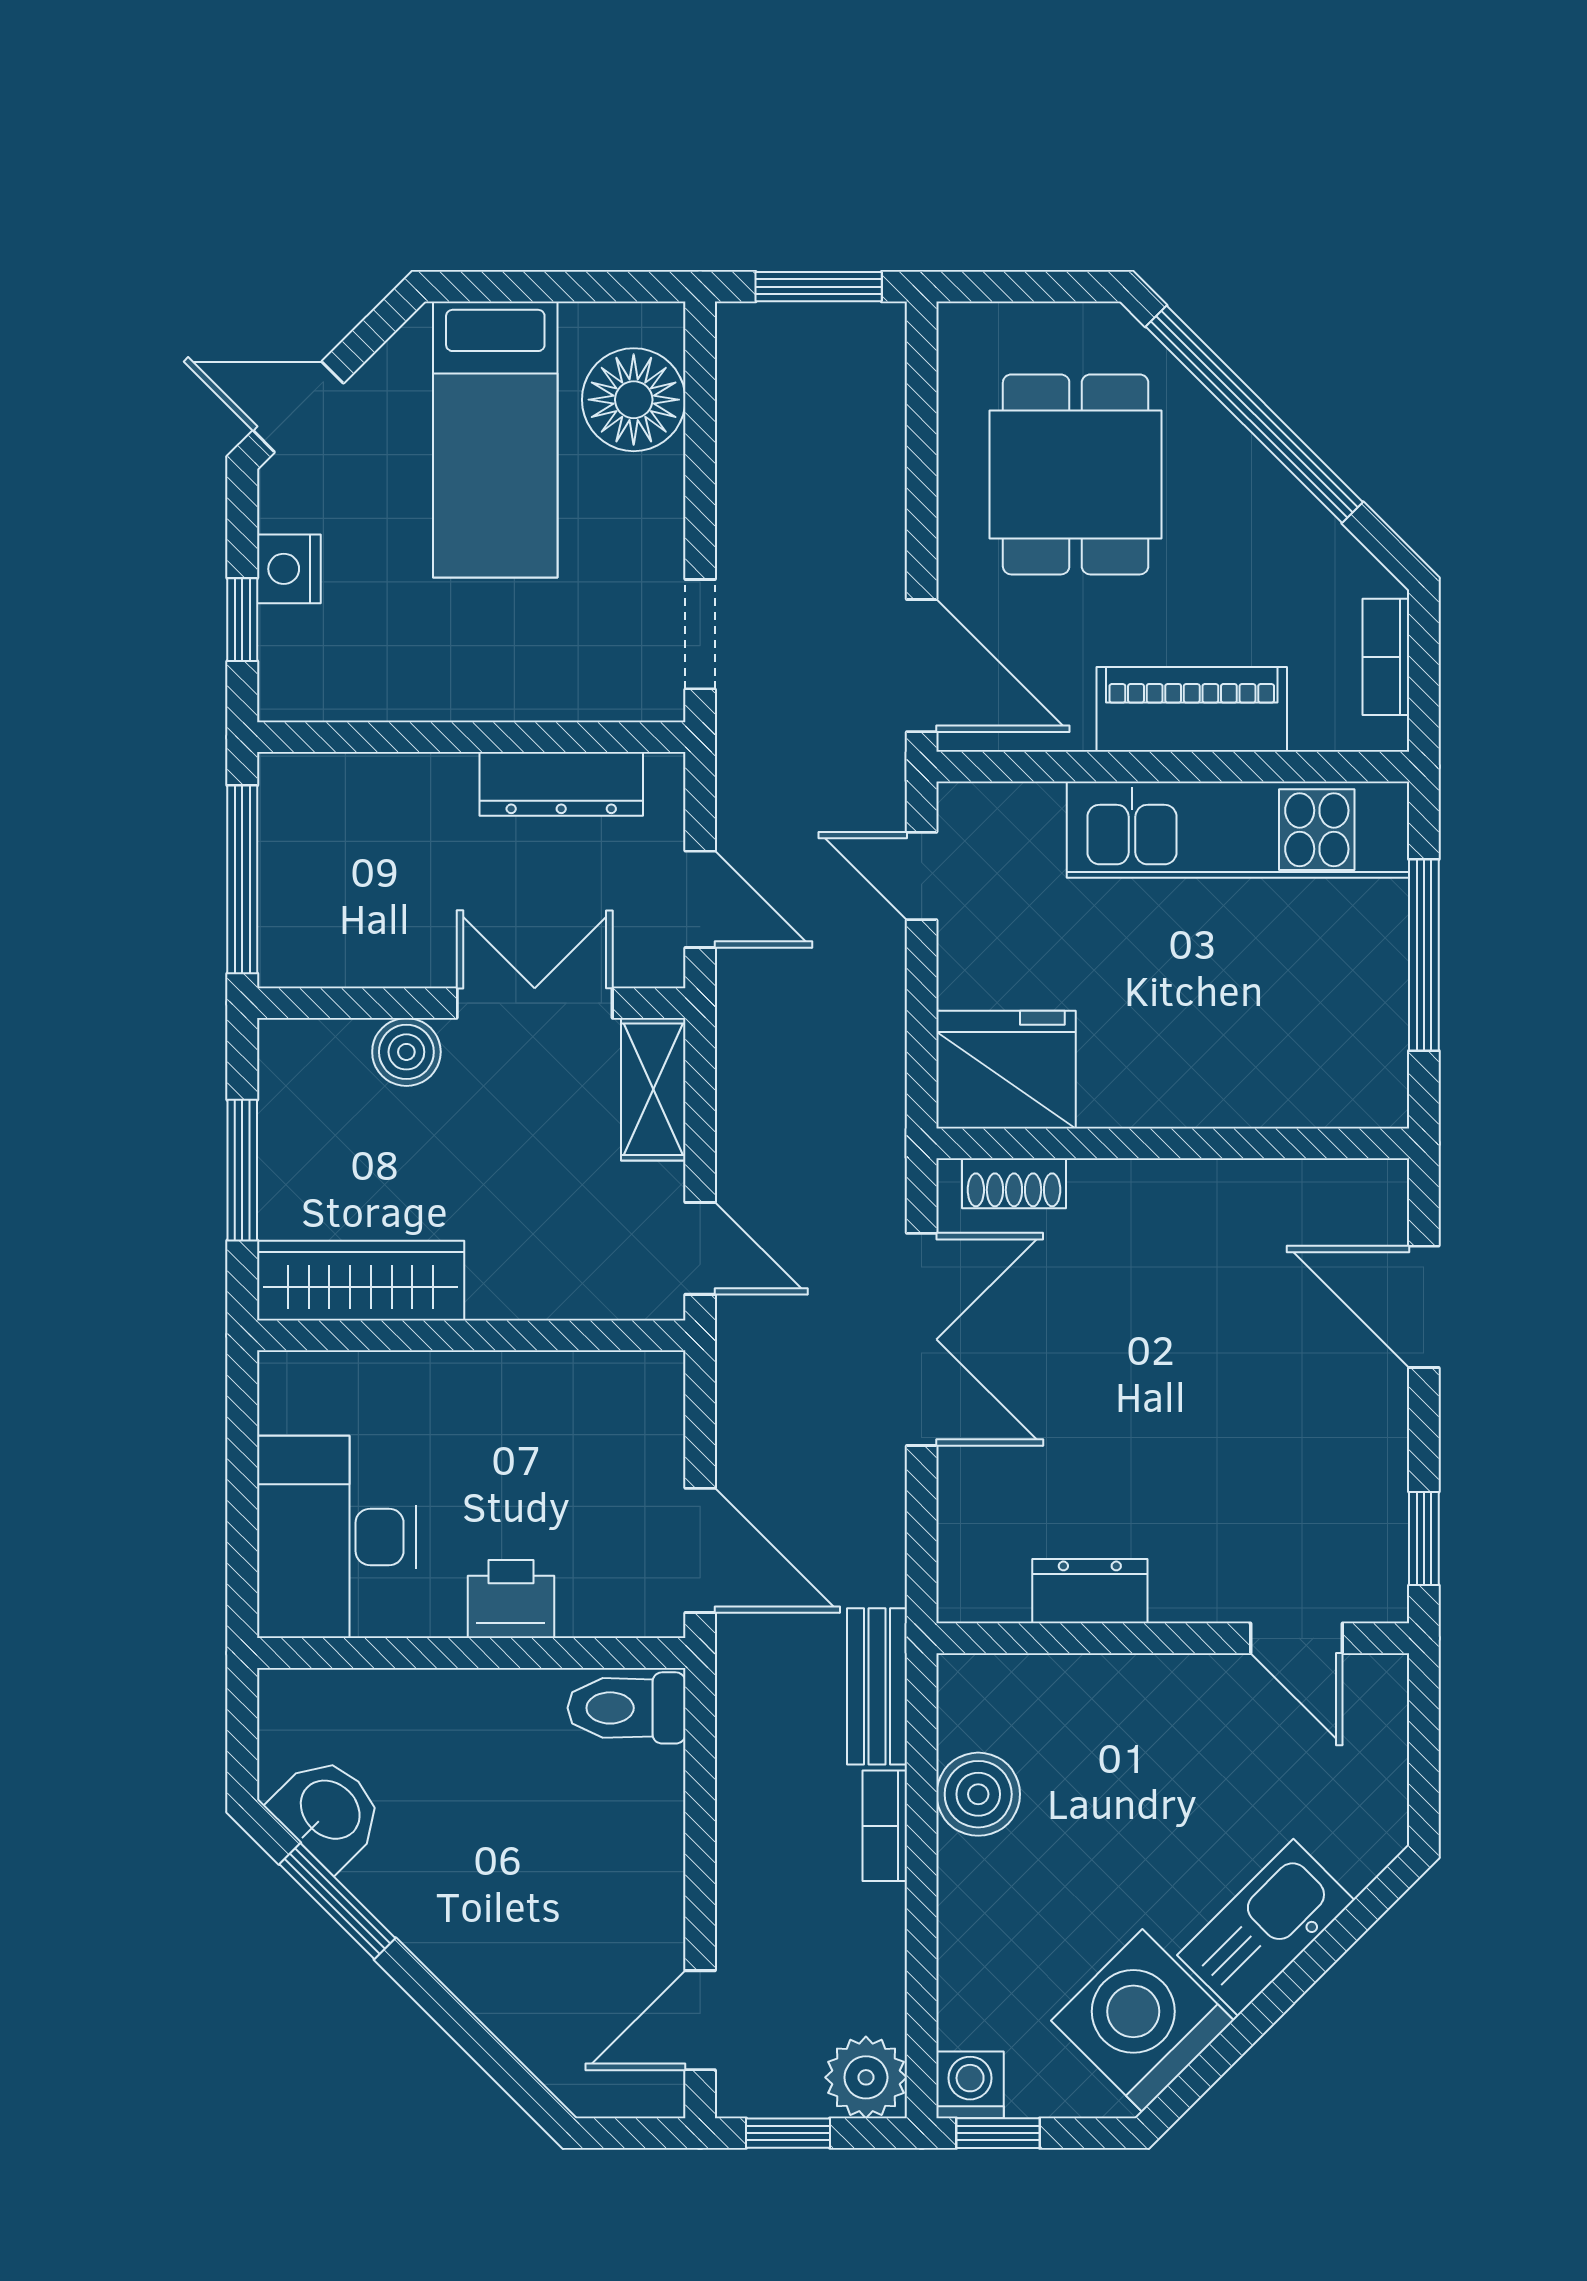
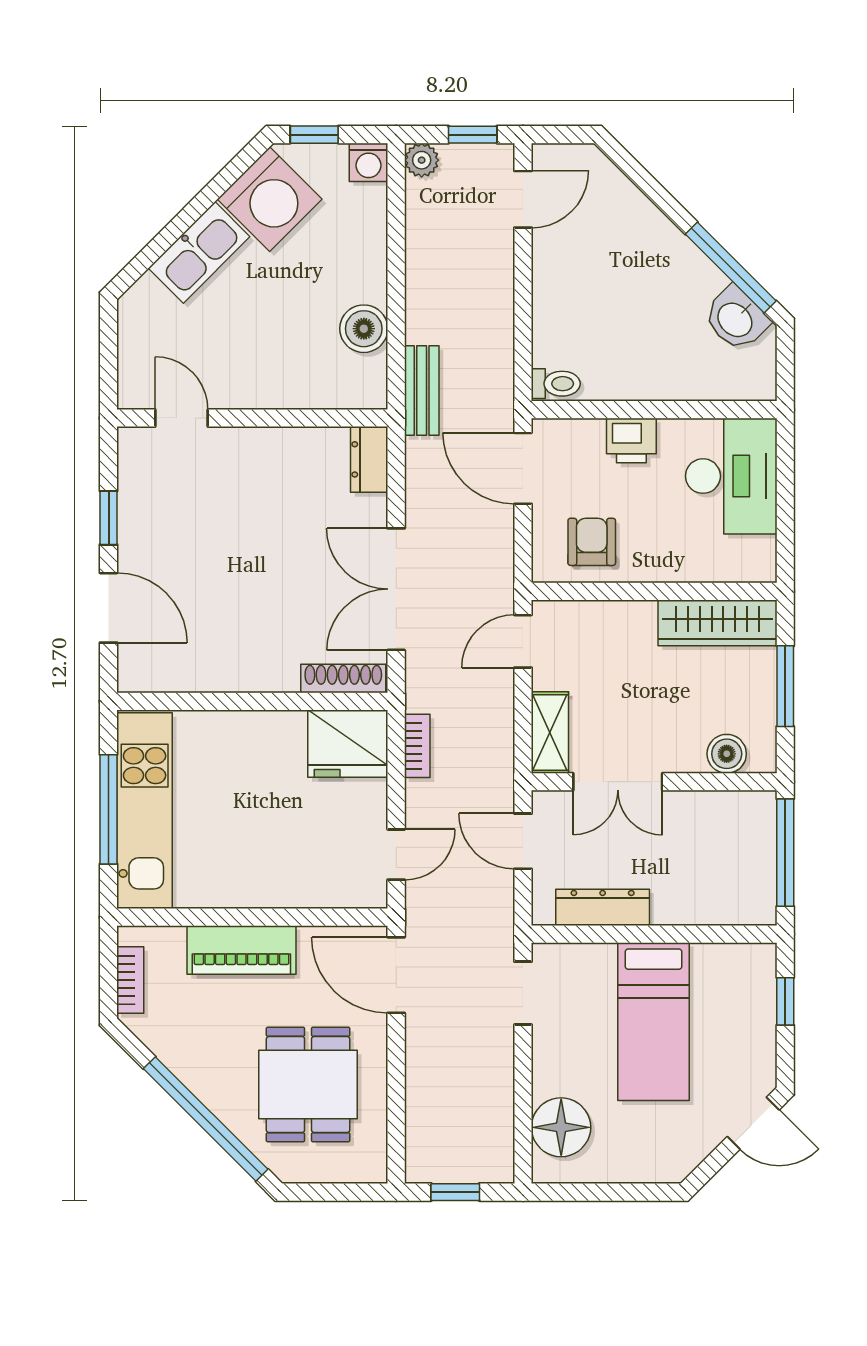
window: (819, 287) -> (455, 1192), width x0.67
bed: (495, 440) -> (654, 1022), moved, turned 180
nightstand: (289, 569) -> (759, 1030), removed
kitchen unit: (1238, 830) -> (145, 811), moved, turned 90
door: (922, 876) -> (396, 855), hinge flipped
boiler: (406, 1052) -> (727, 754), moved
shoe rack: (1014, 1183) -> (343, 679), width x1.43
door: (700, 1248) -> (523, 641), hinge flipped
armchair: (580, 1422) -> (592, 542), added
window: (1424, 1539) -> (109, 518), moved
dresser: (1090, 1591) -> (369, 459), moved, turned 90
toilet: (627, 1708) -> (556, 384), width x0.73, depth x0.72
bookcase: (885, 1826) -> (417, 746), moved
window: (337, 1901) -> (731, 267), width x1.44
plant: (866, 2077) -> (422, 160), width x0.73, depth x0.73
window: (998, 2133) -> (314, 135), moved

